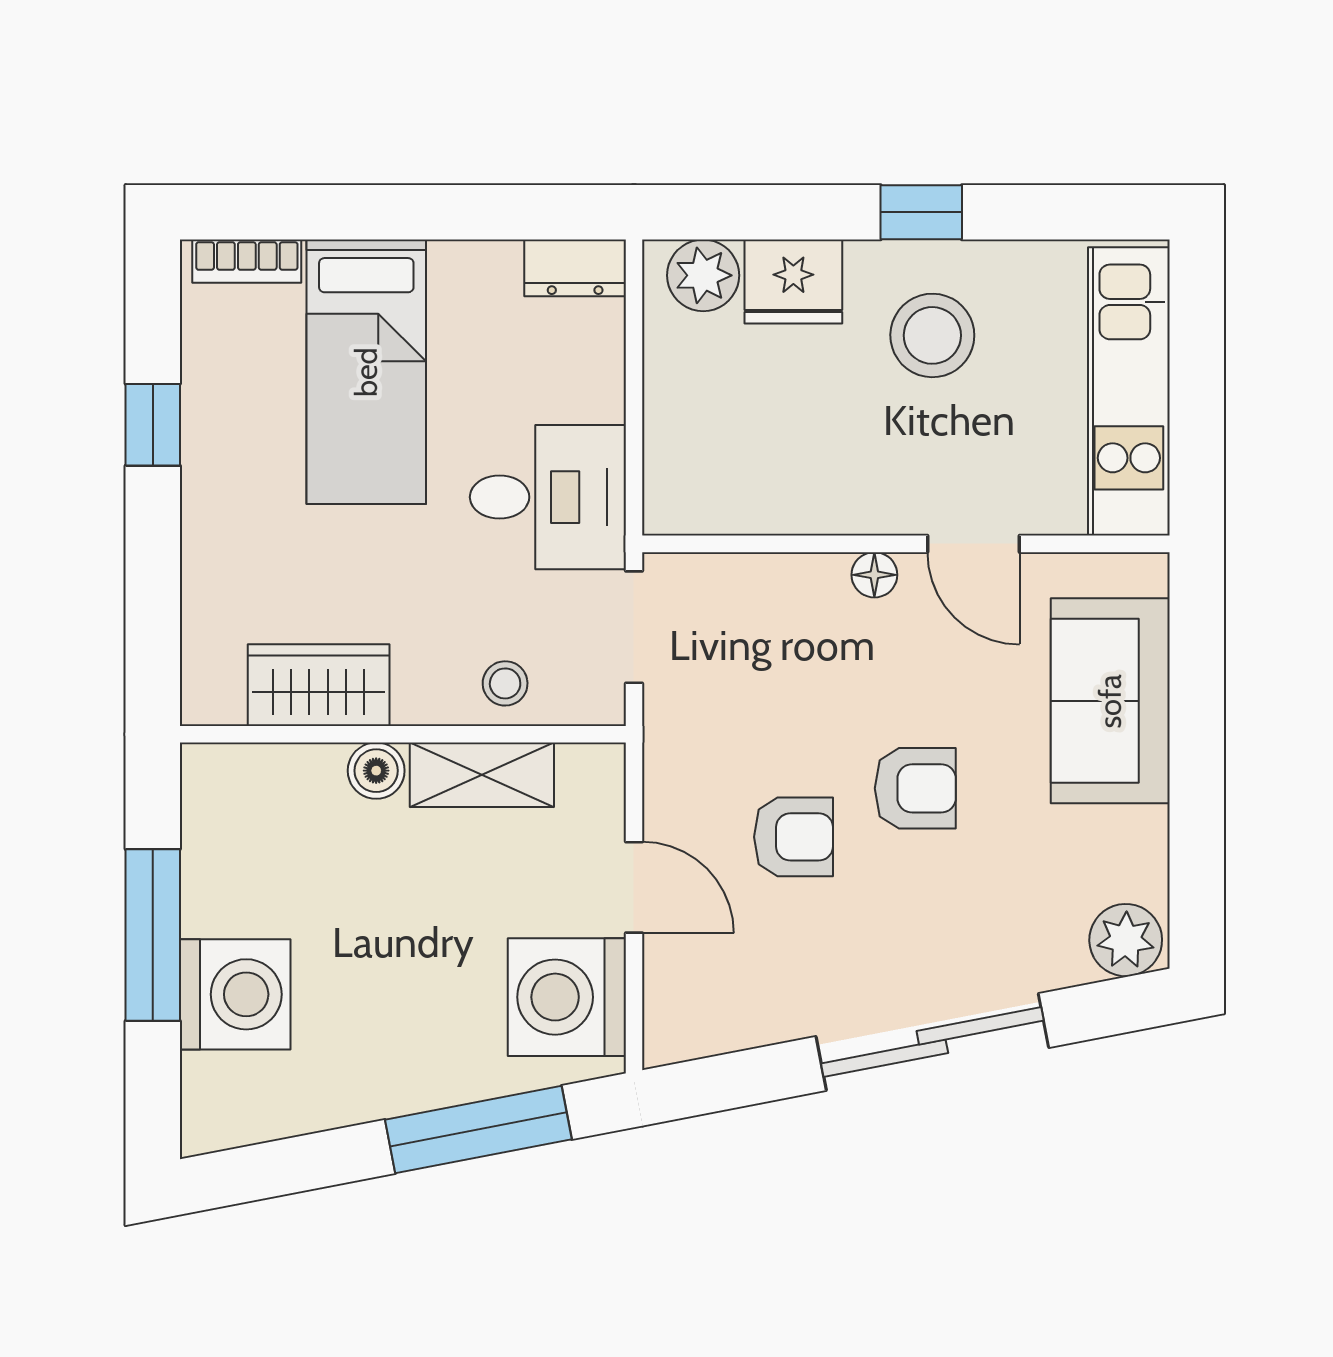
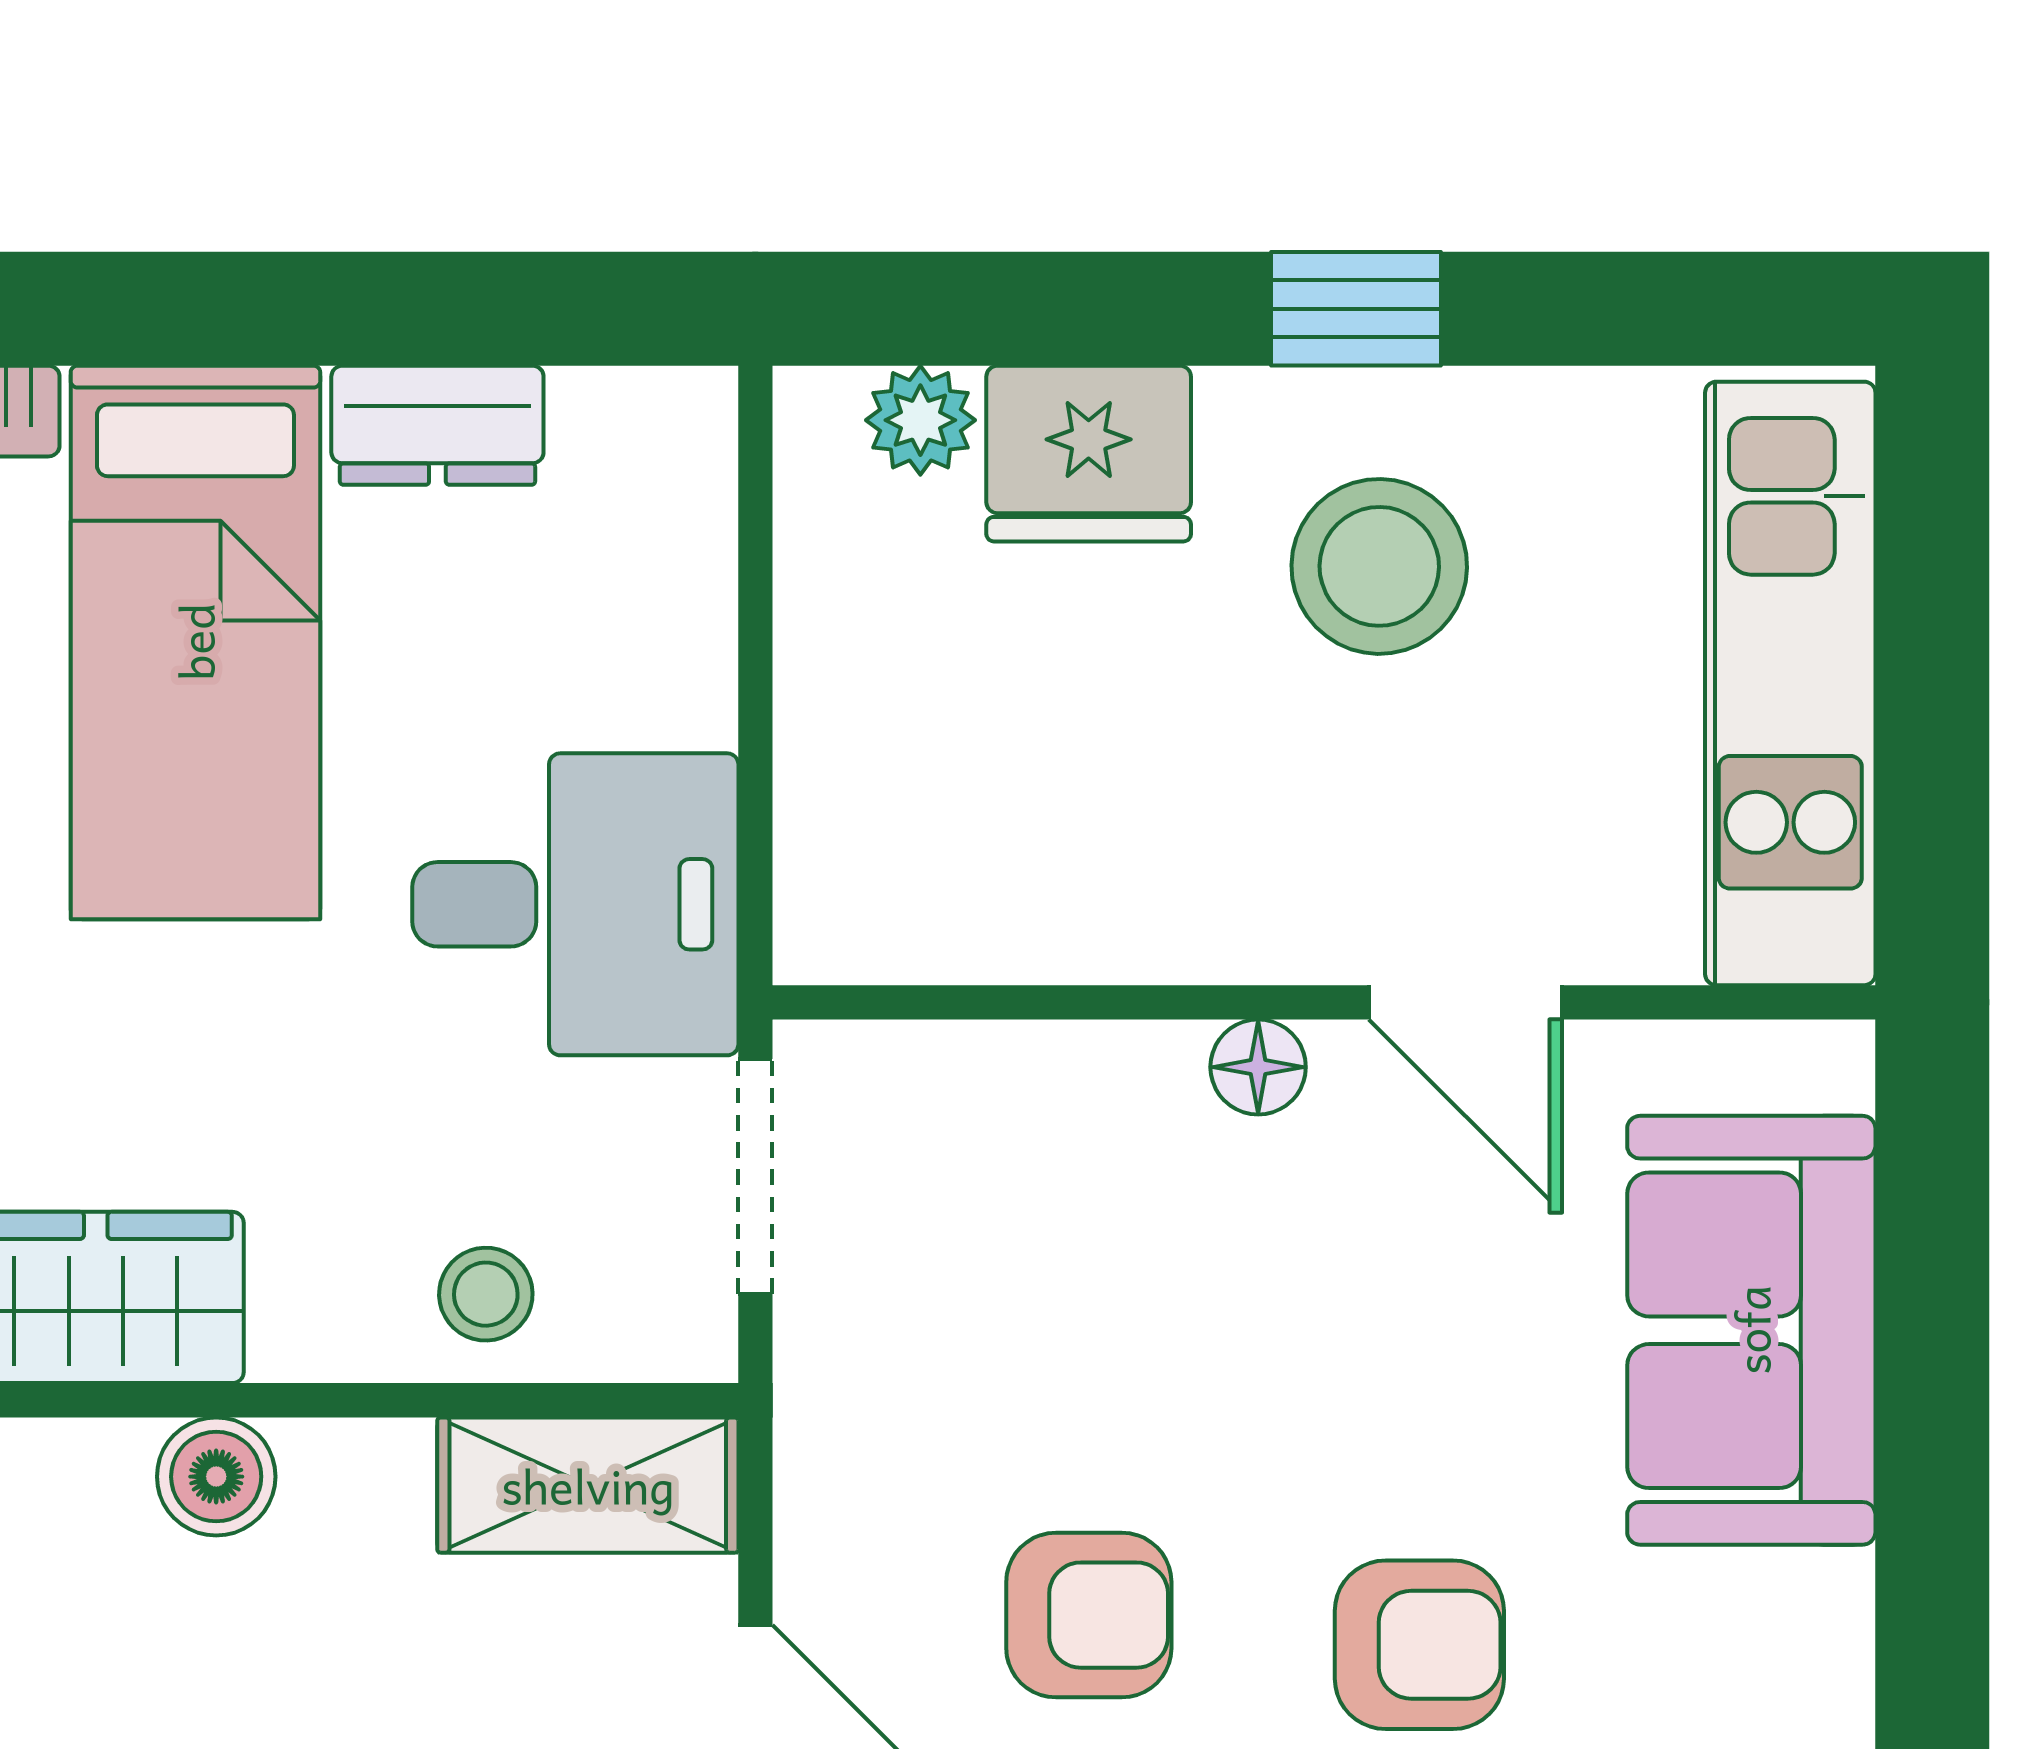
dresser: (575, 268) -> (437, 425), moved
plant: (703, 275) -> (920, 420), width x0.73, depth x0.73
shelving: (482, 775) -> (588, 1485), moved
armchair: (915, 788) -> (1419, 1645), moved

